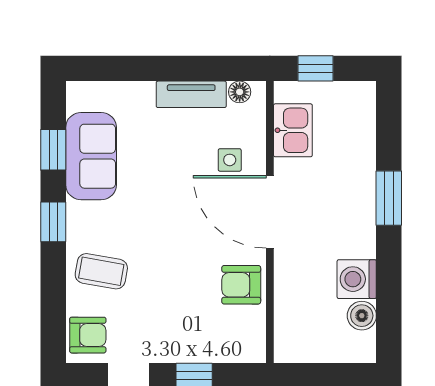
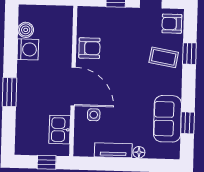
floor lamp: (240, 92) -> (139, 152), moved
window: (53, 222) -> (189, 54), moved

